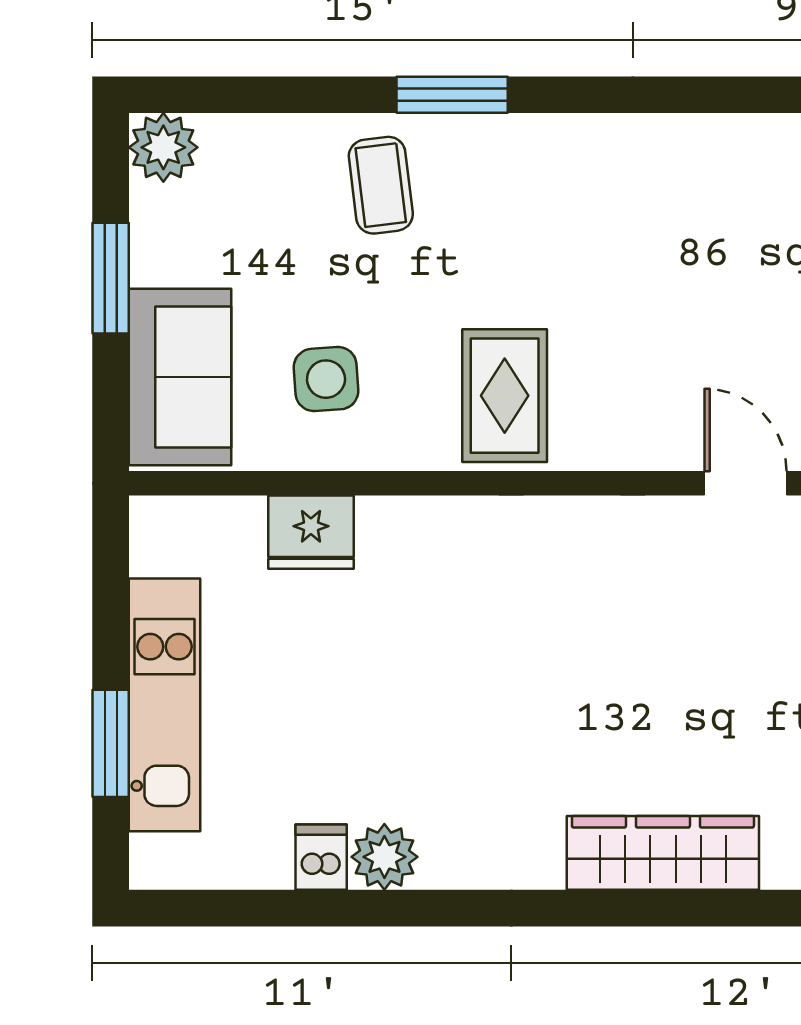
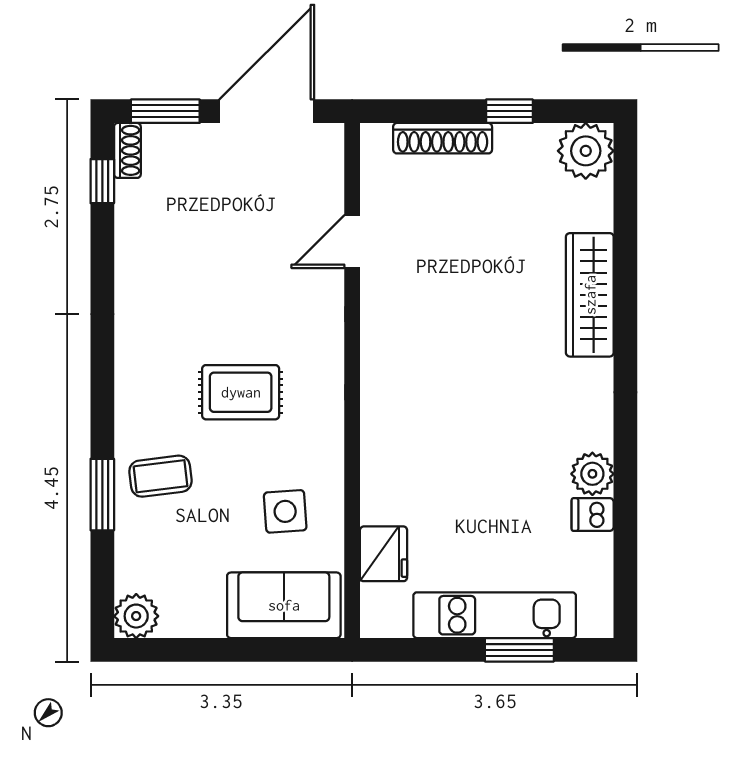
window: (452, 95) -> (102, 495), moved
window: (111, 278) -> (220, 650), removed
rug: (505, 396) -> (241, 392), moved
fridge: (311, 532) -> (384, 554), moved

